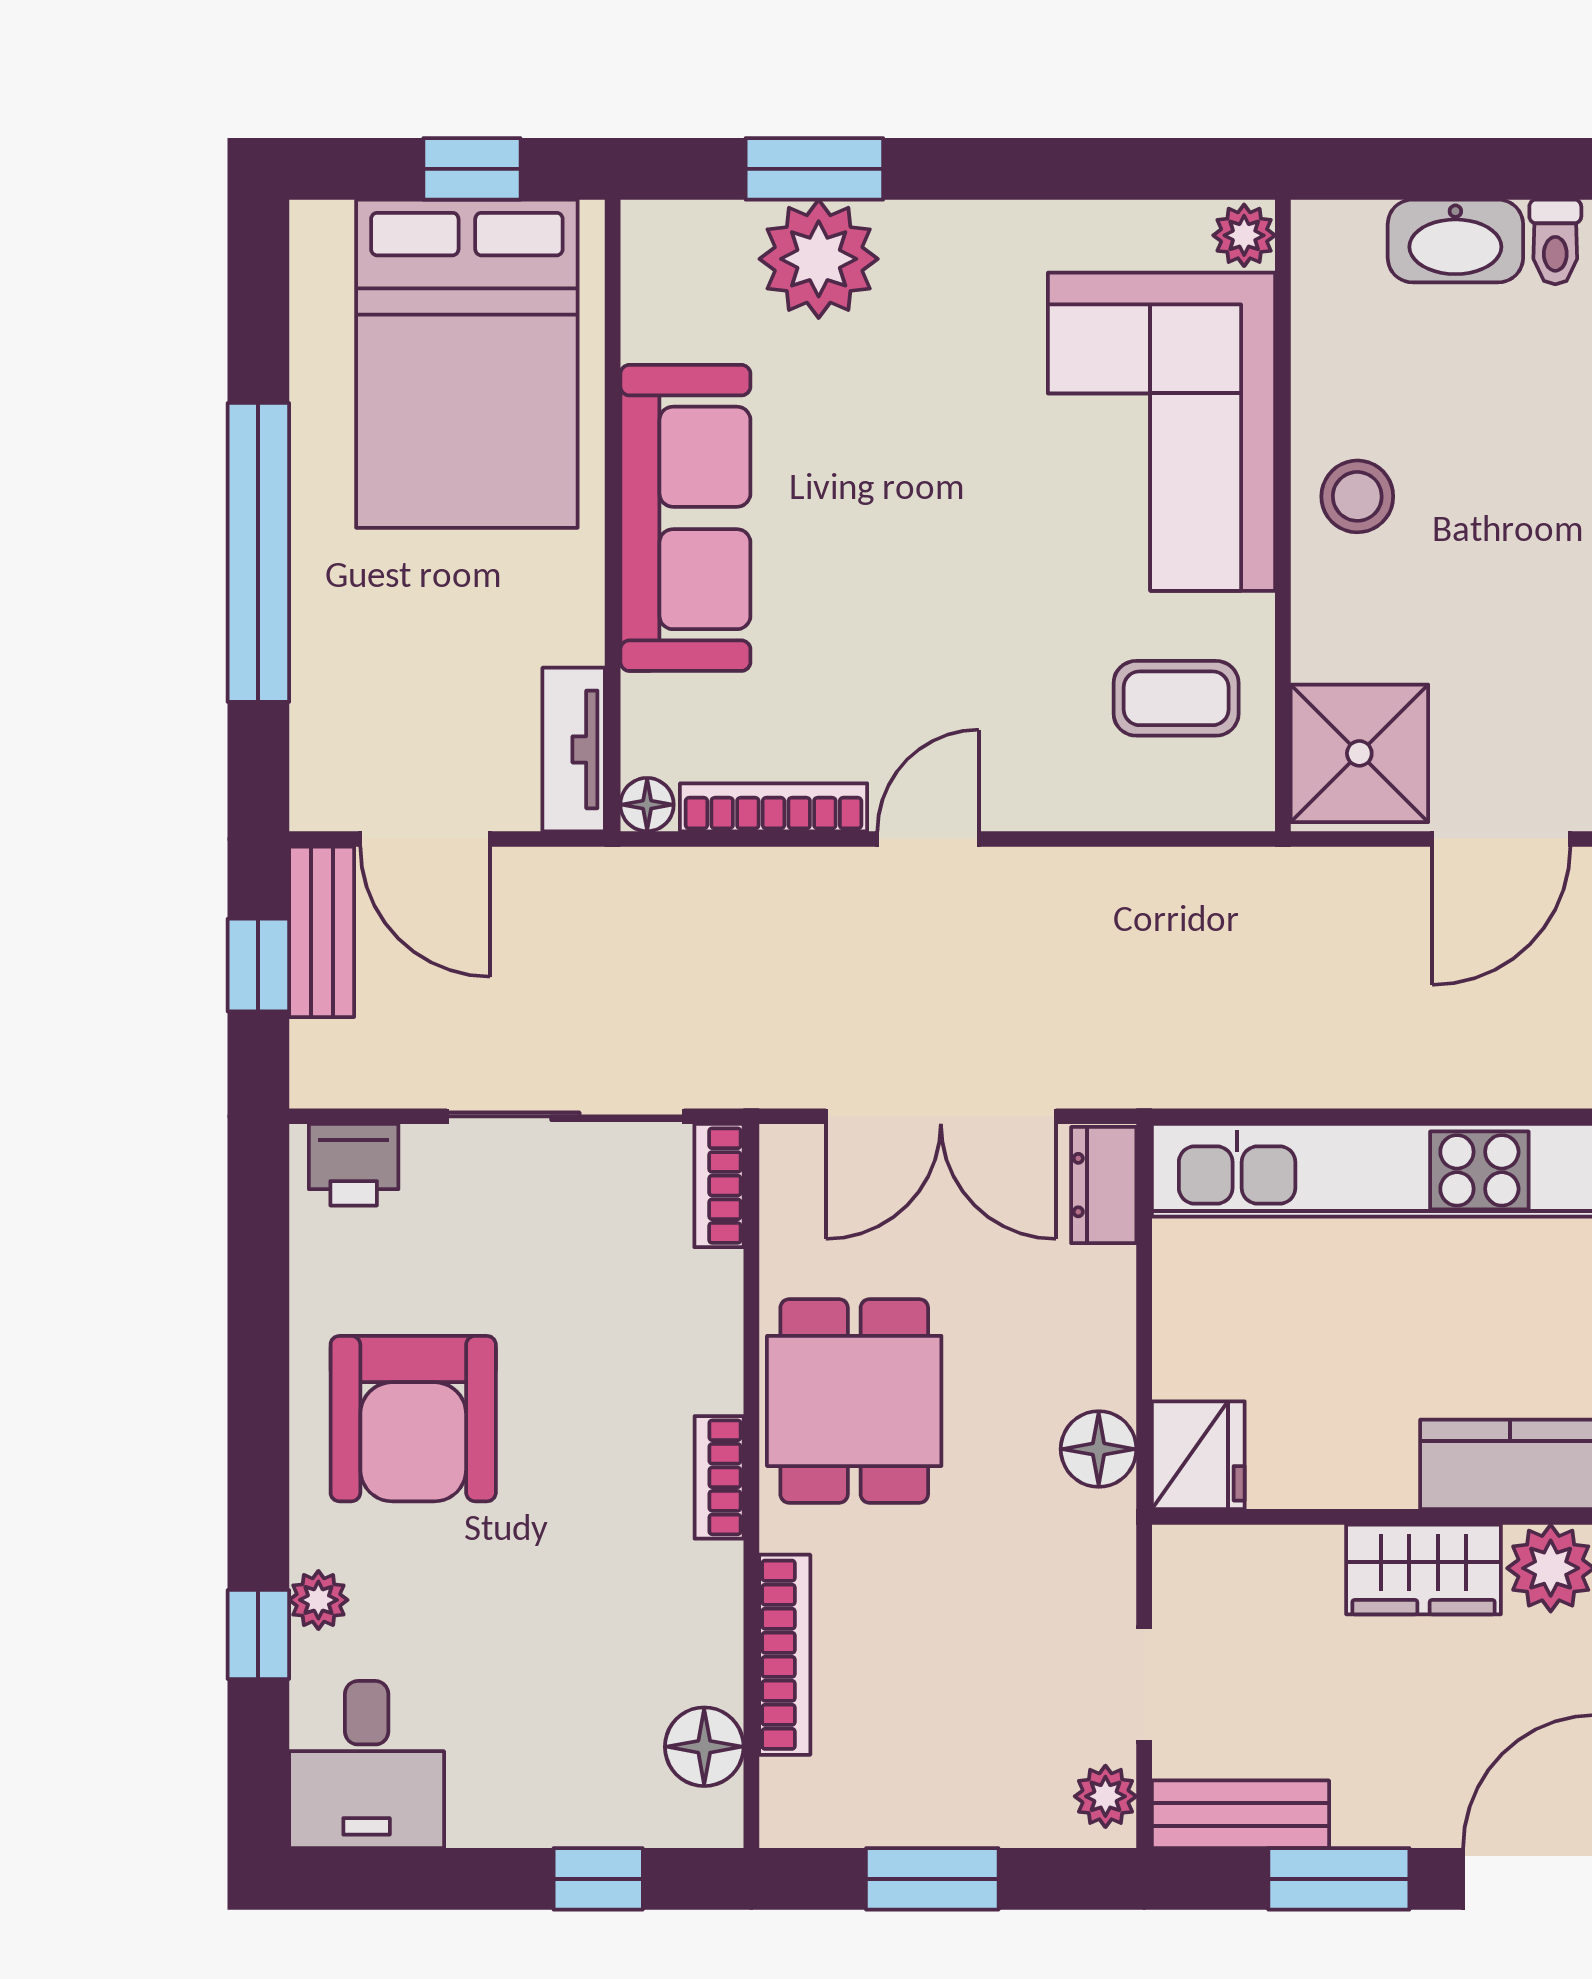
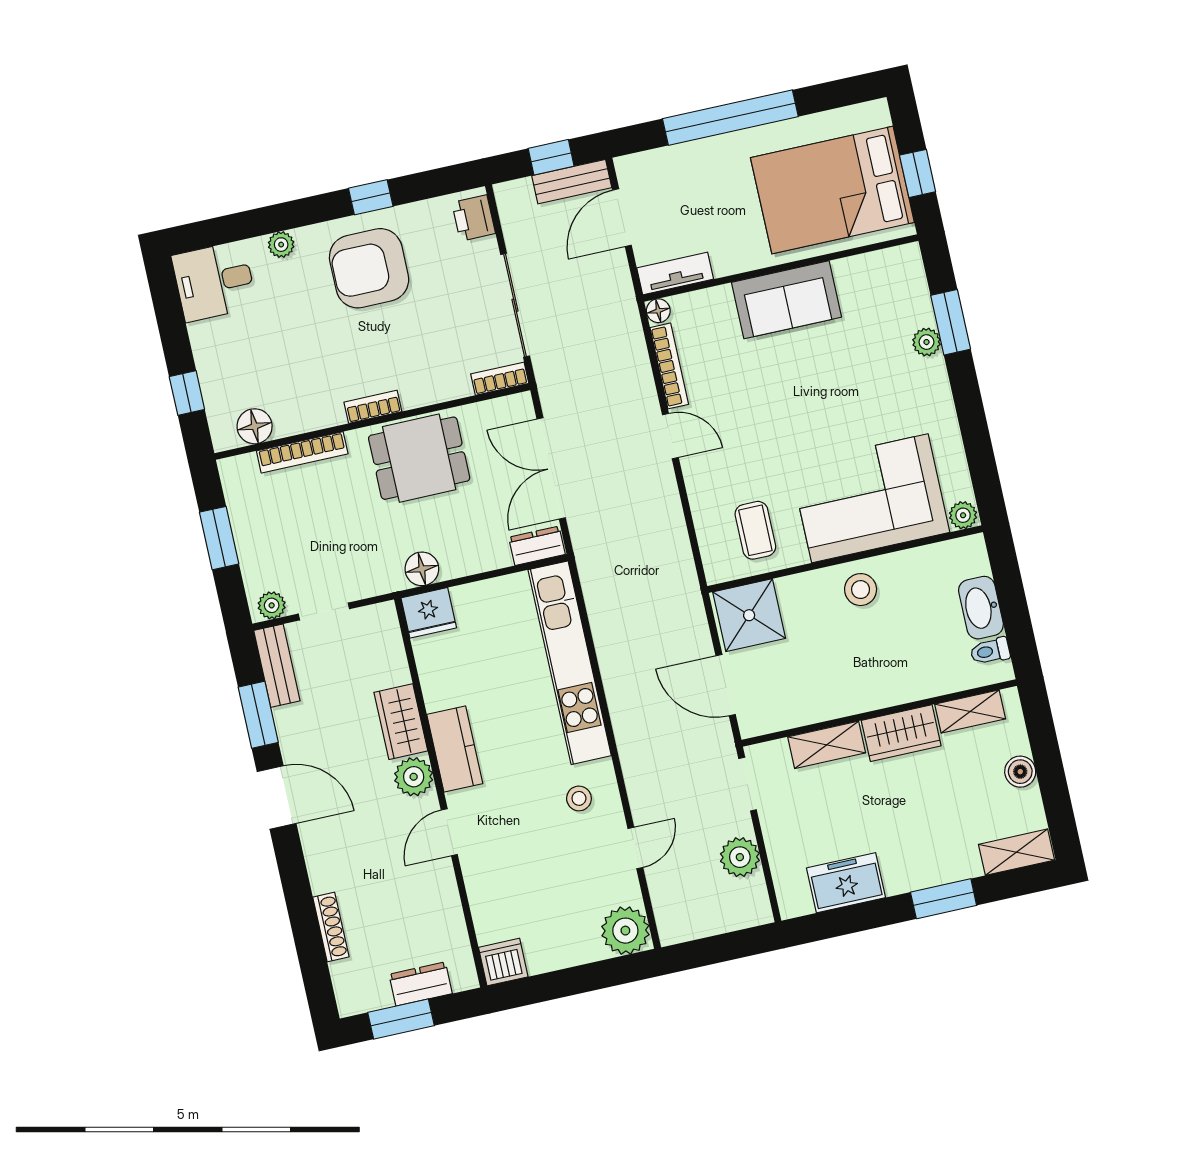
plant: (819, 259) -> (927, 342), width x0.53, depth x0.53
sofa: (685, 518) -> (786, 300), width x0.73
window: (258, 1635) -> (371, 197), moved

